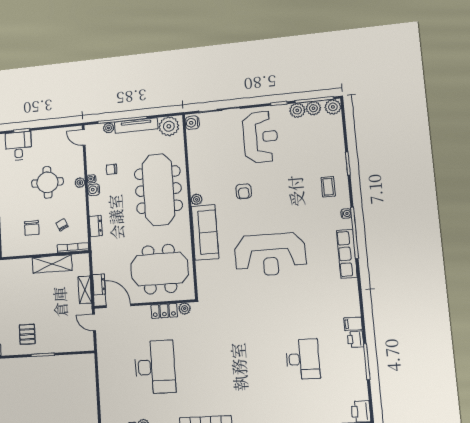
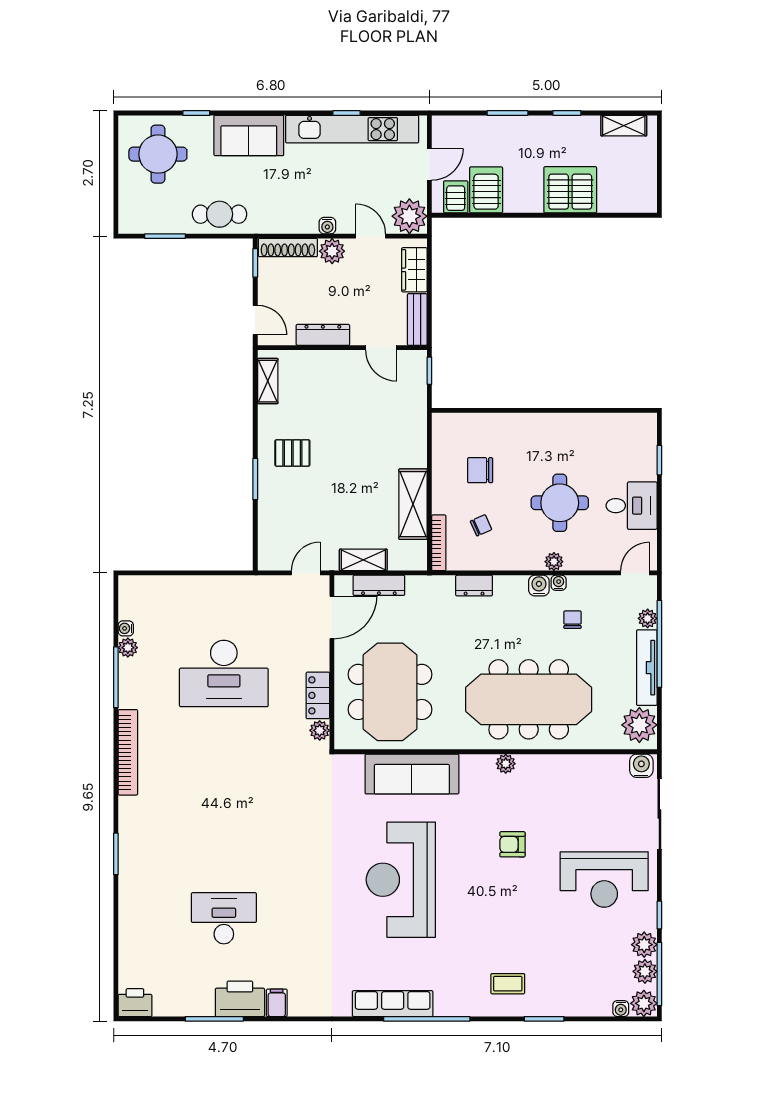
desk: (18, 146) -> (632, 506), moved
water cooler: (346, 214) -> (621, 1009), moved
sofa: (205, 232) -> (412, 774), moved
dresser: (99, 284) -> (379, 585), width x1.44
printer: (355, 339) -> (240, 999), width x1.87, depth x1.48
desk: (303, 359) -> (224, 918), turned 180

